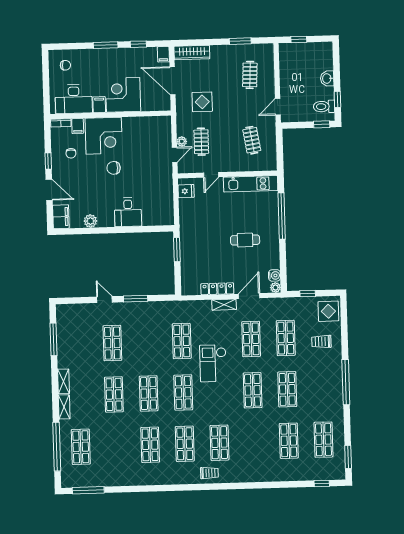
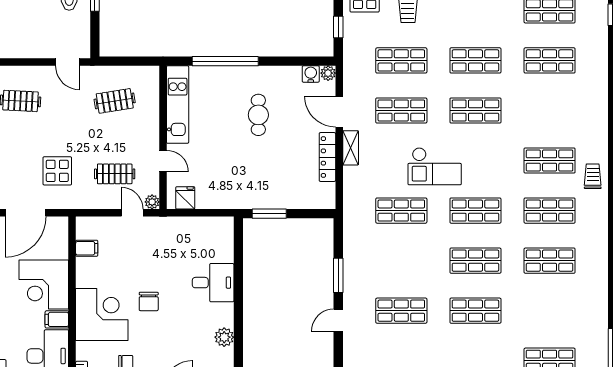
filing cabinet: (78, 126) -> (87, 248), moved
plant: (182, 141) -> (152, 202), moved

